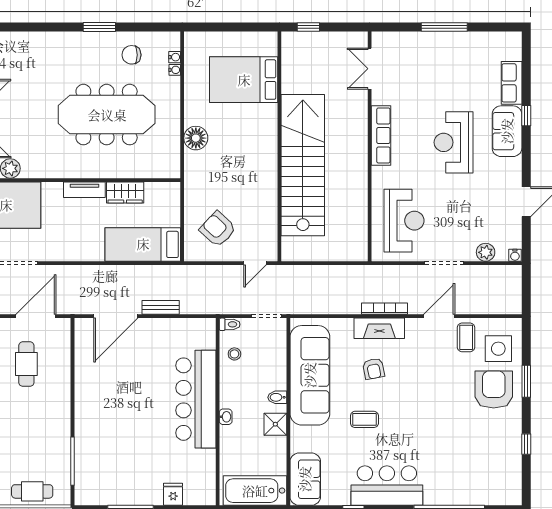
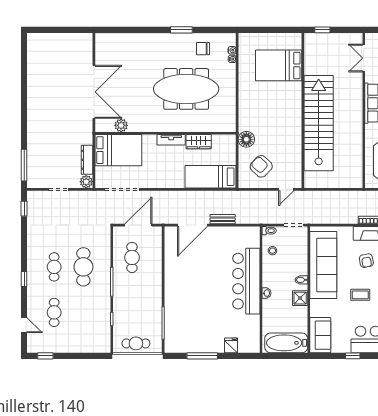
floor lamp: (196, 138) -> (246, 139), moved

